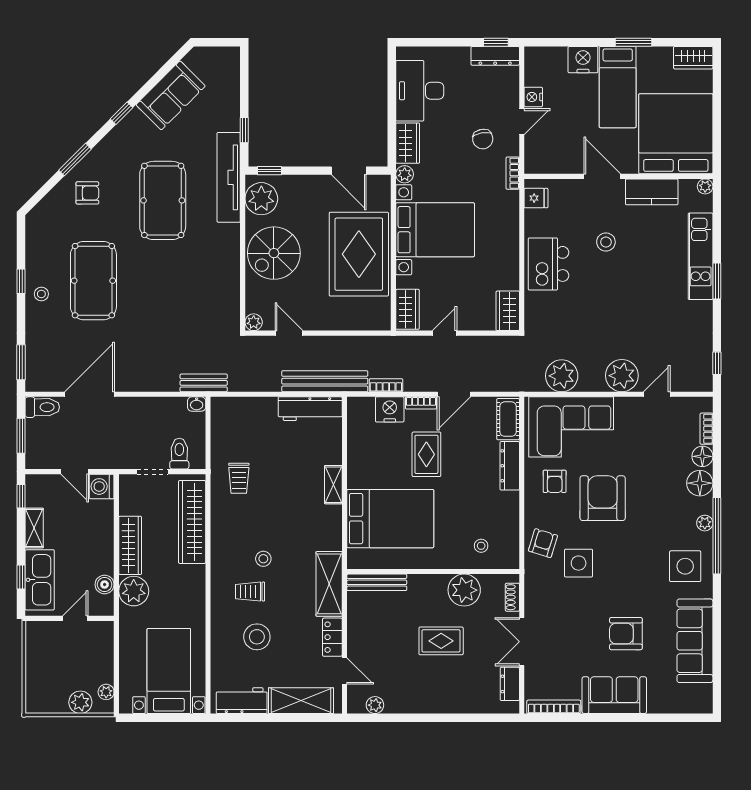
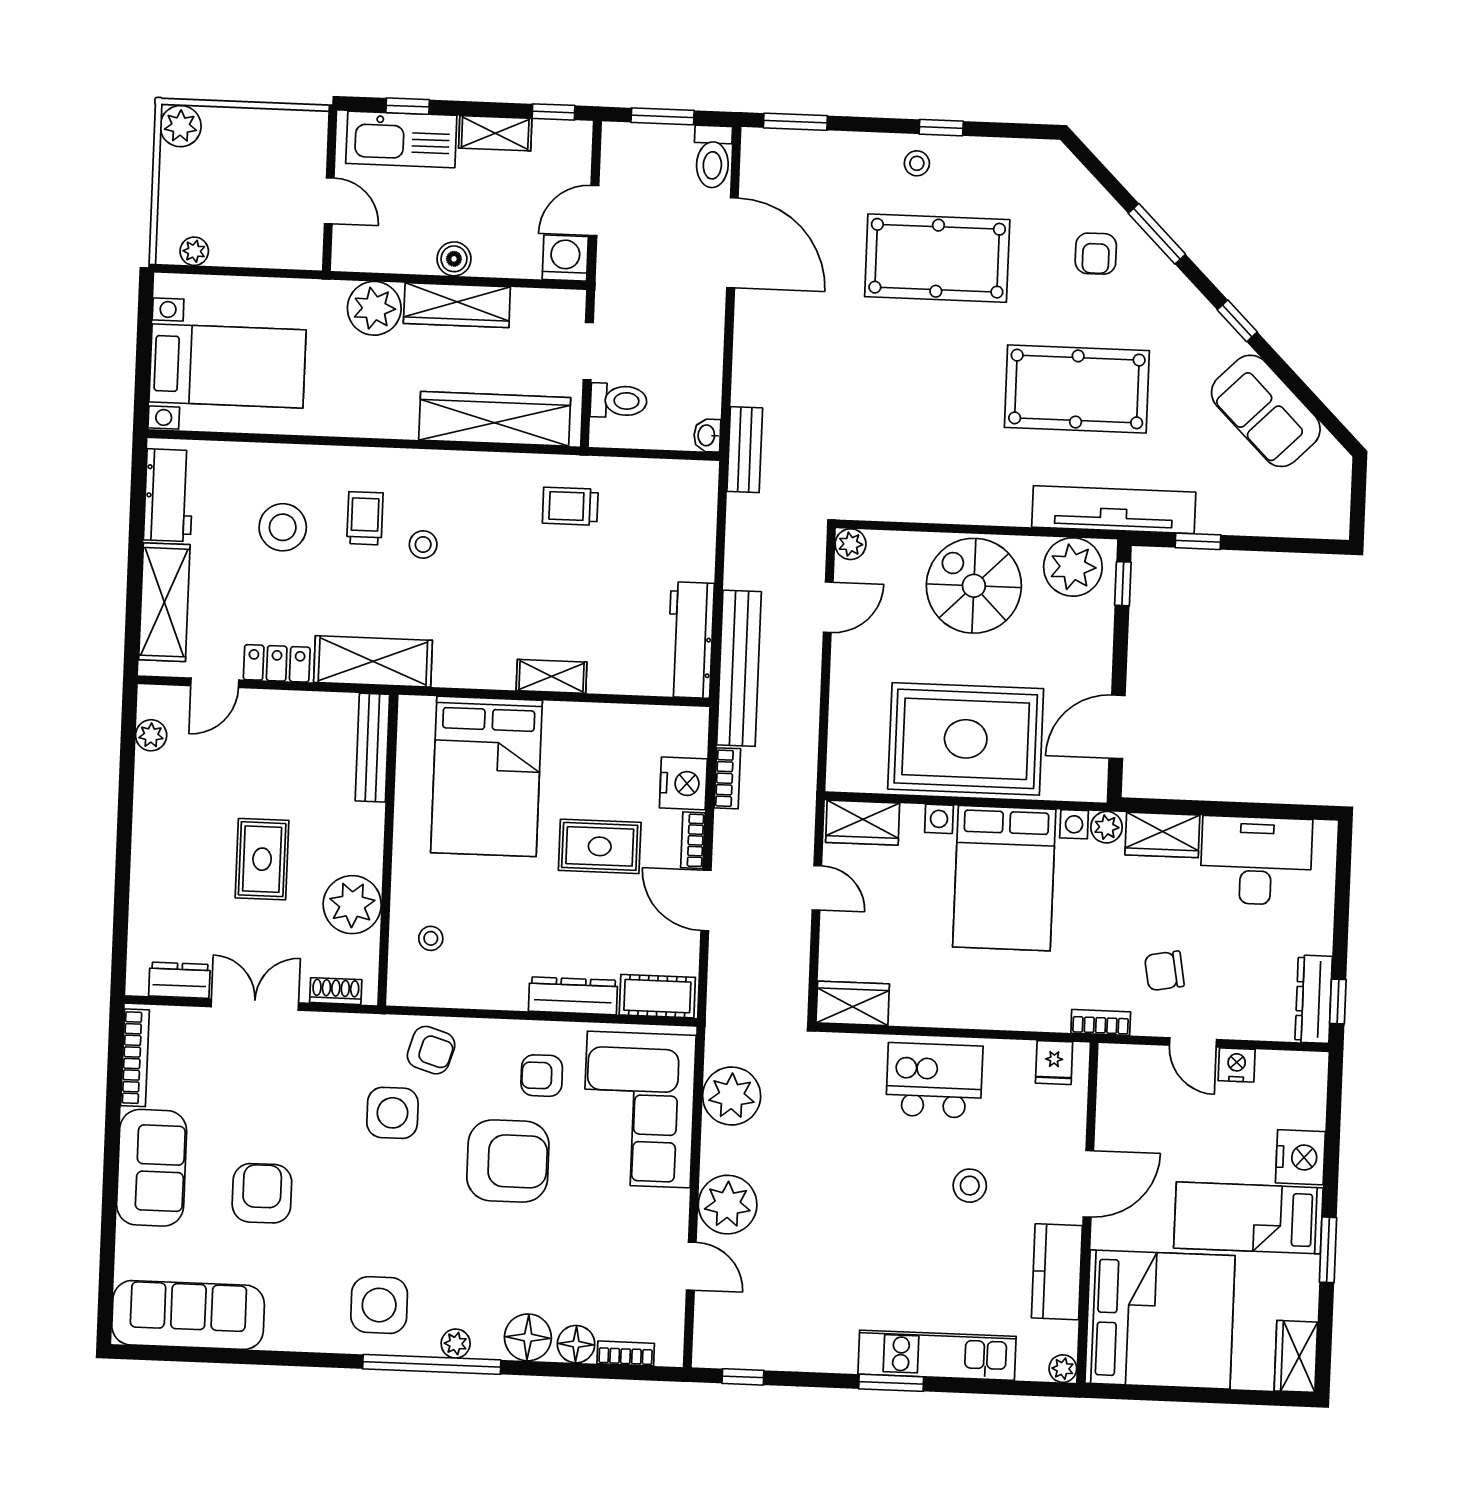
boiler: (105, 585) -> (454, 259), moved
sofa: (695, 641) -> (188, 1315), moved
plant: (80, 702) -> (181, 126), moved

